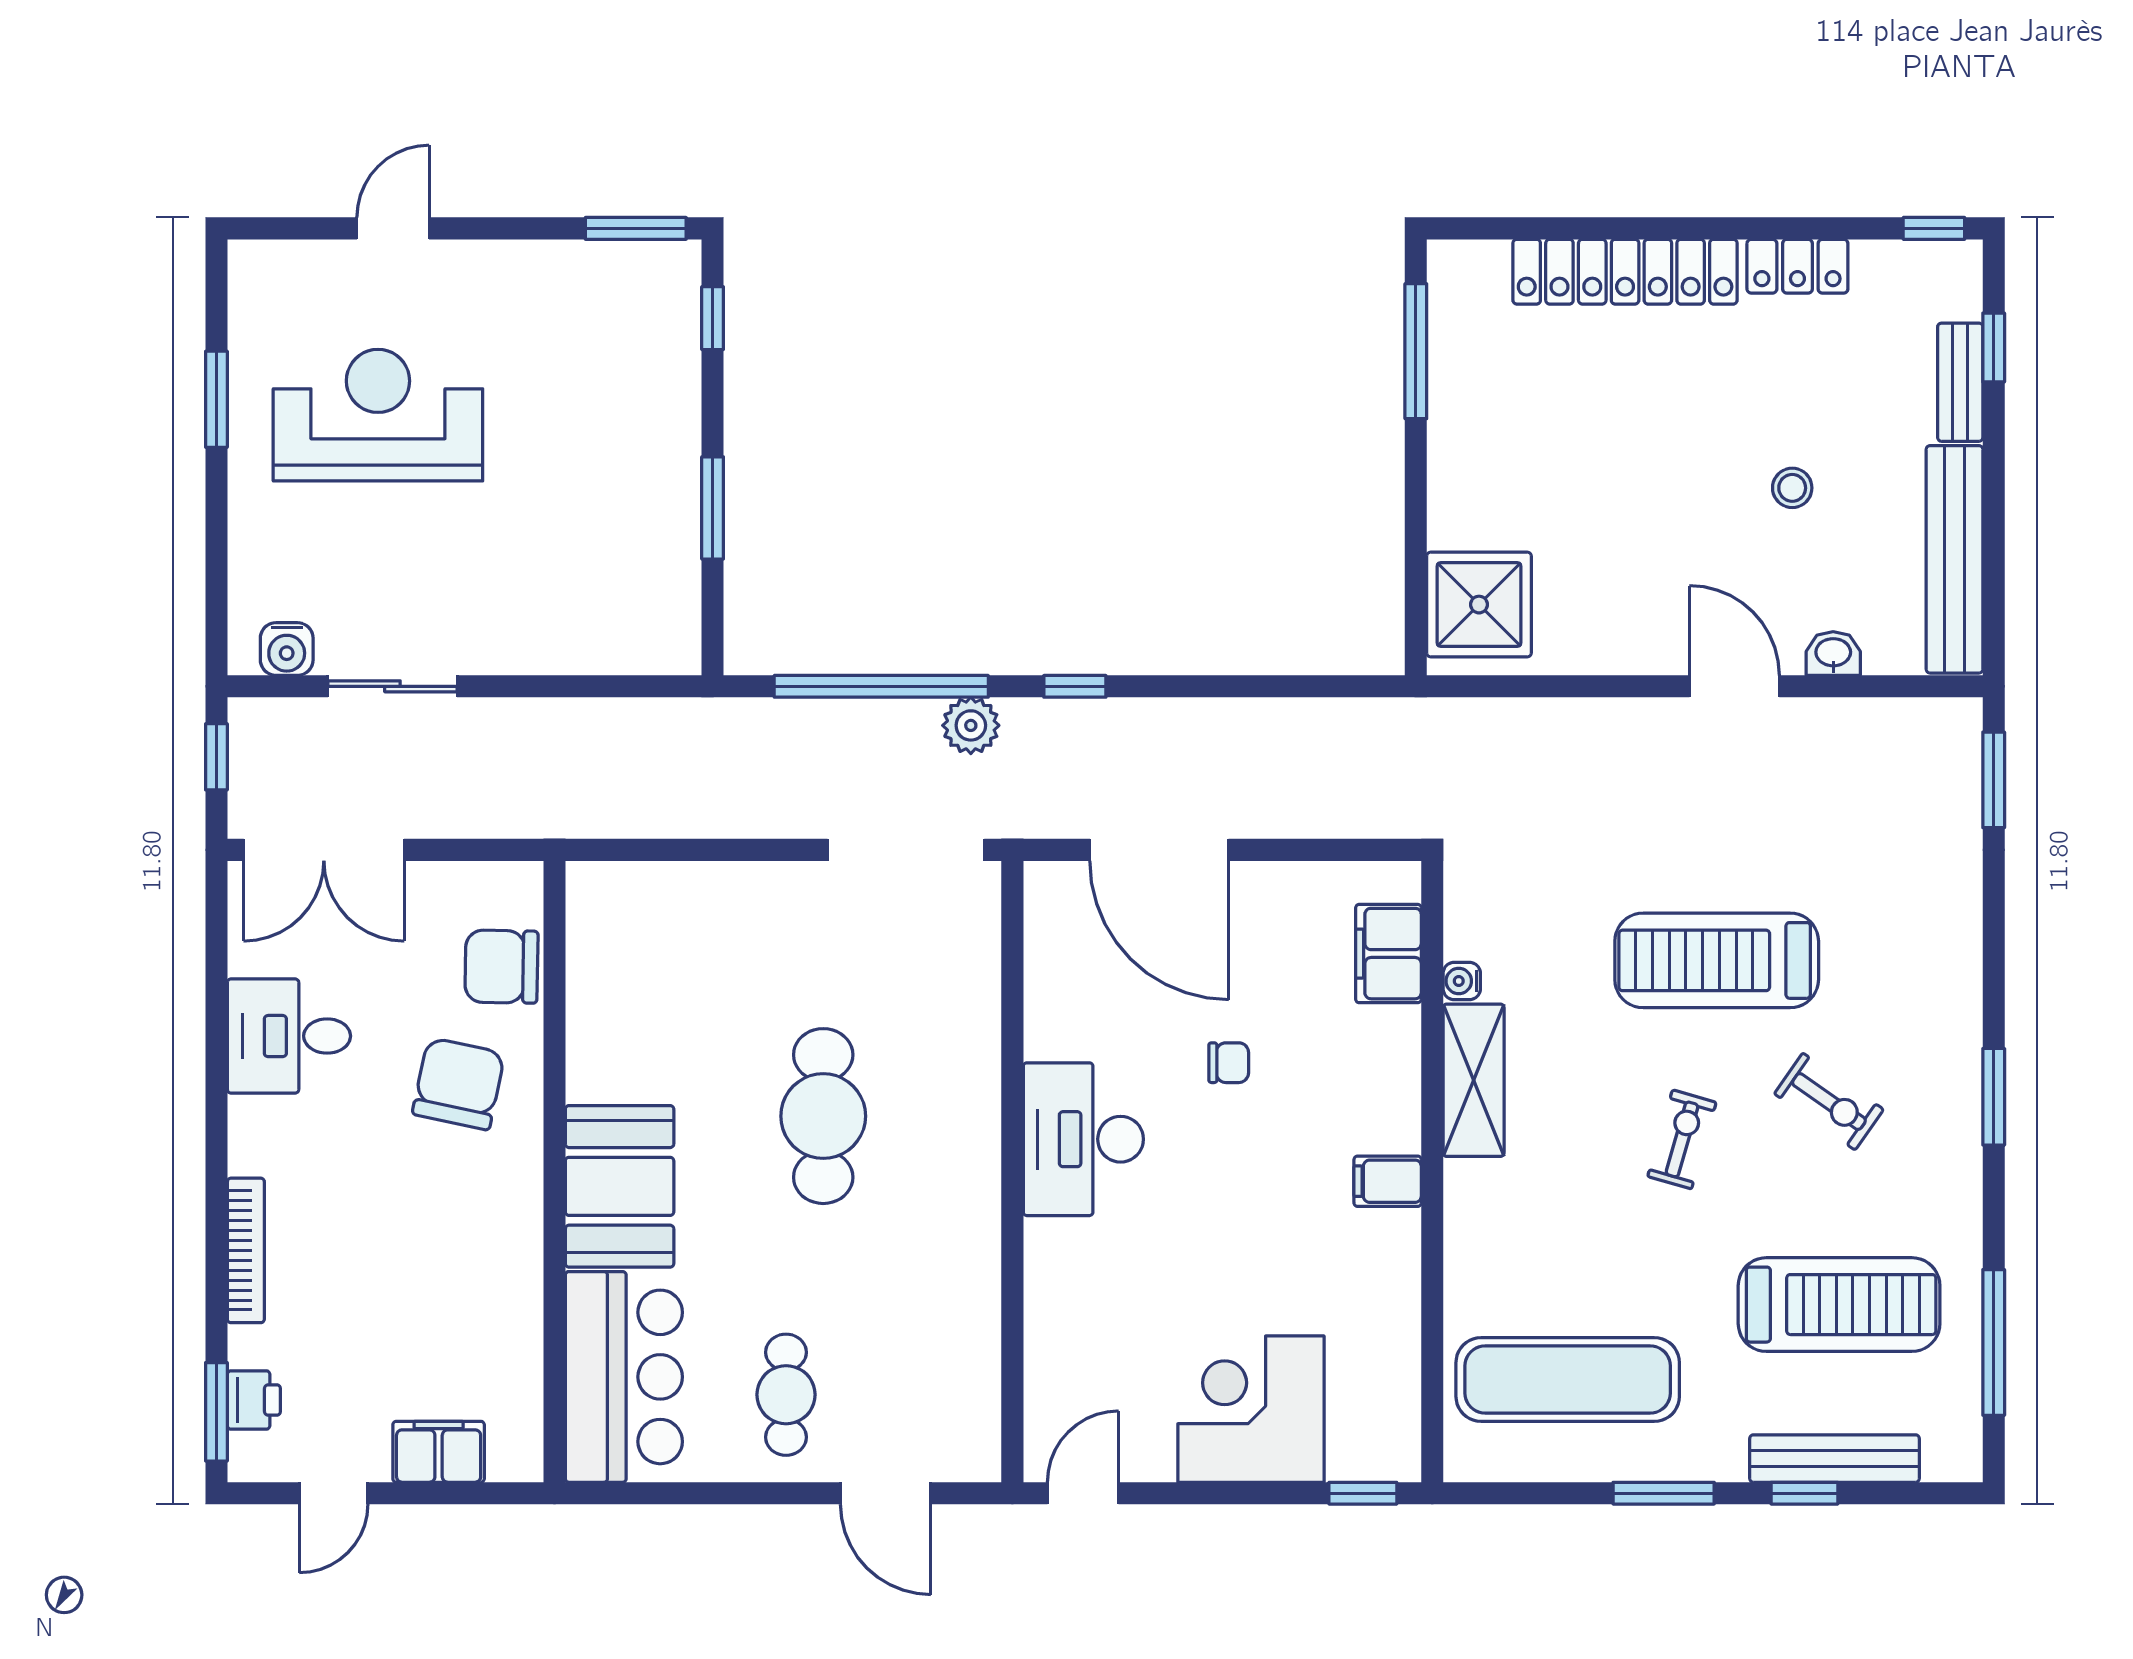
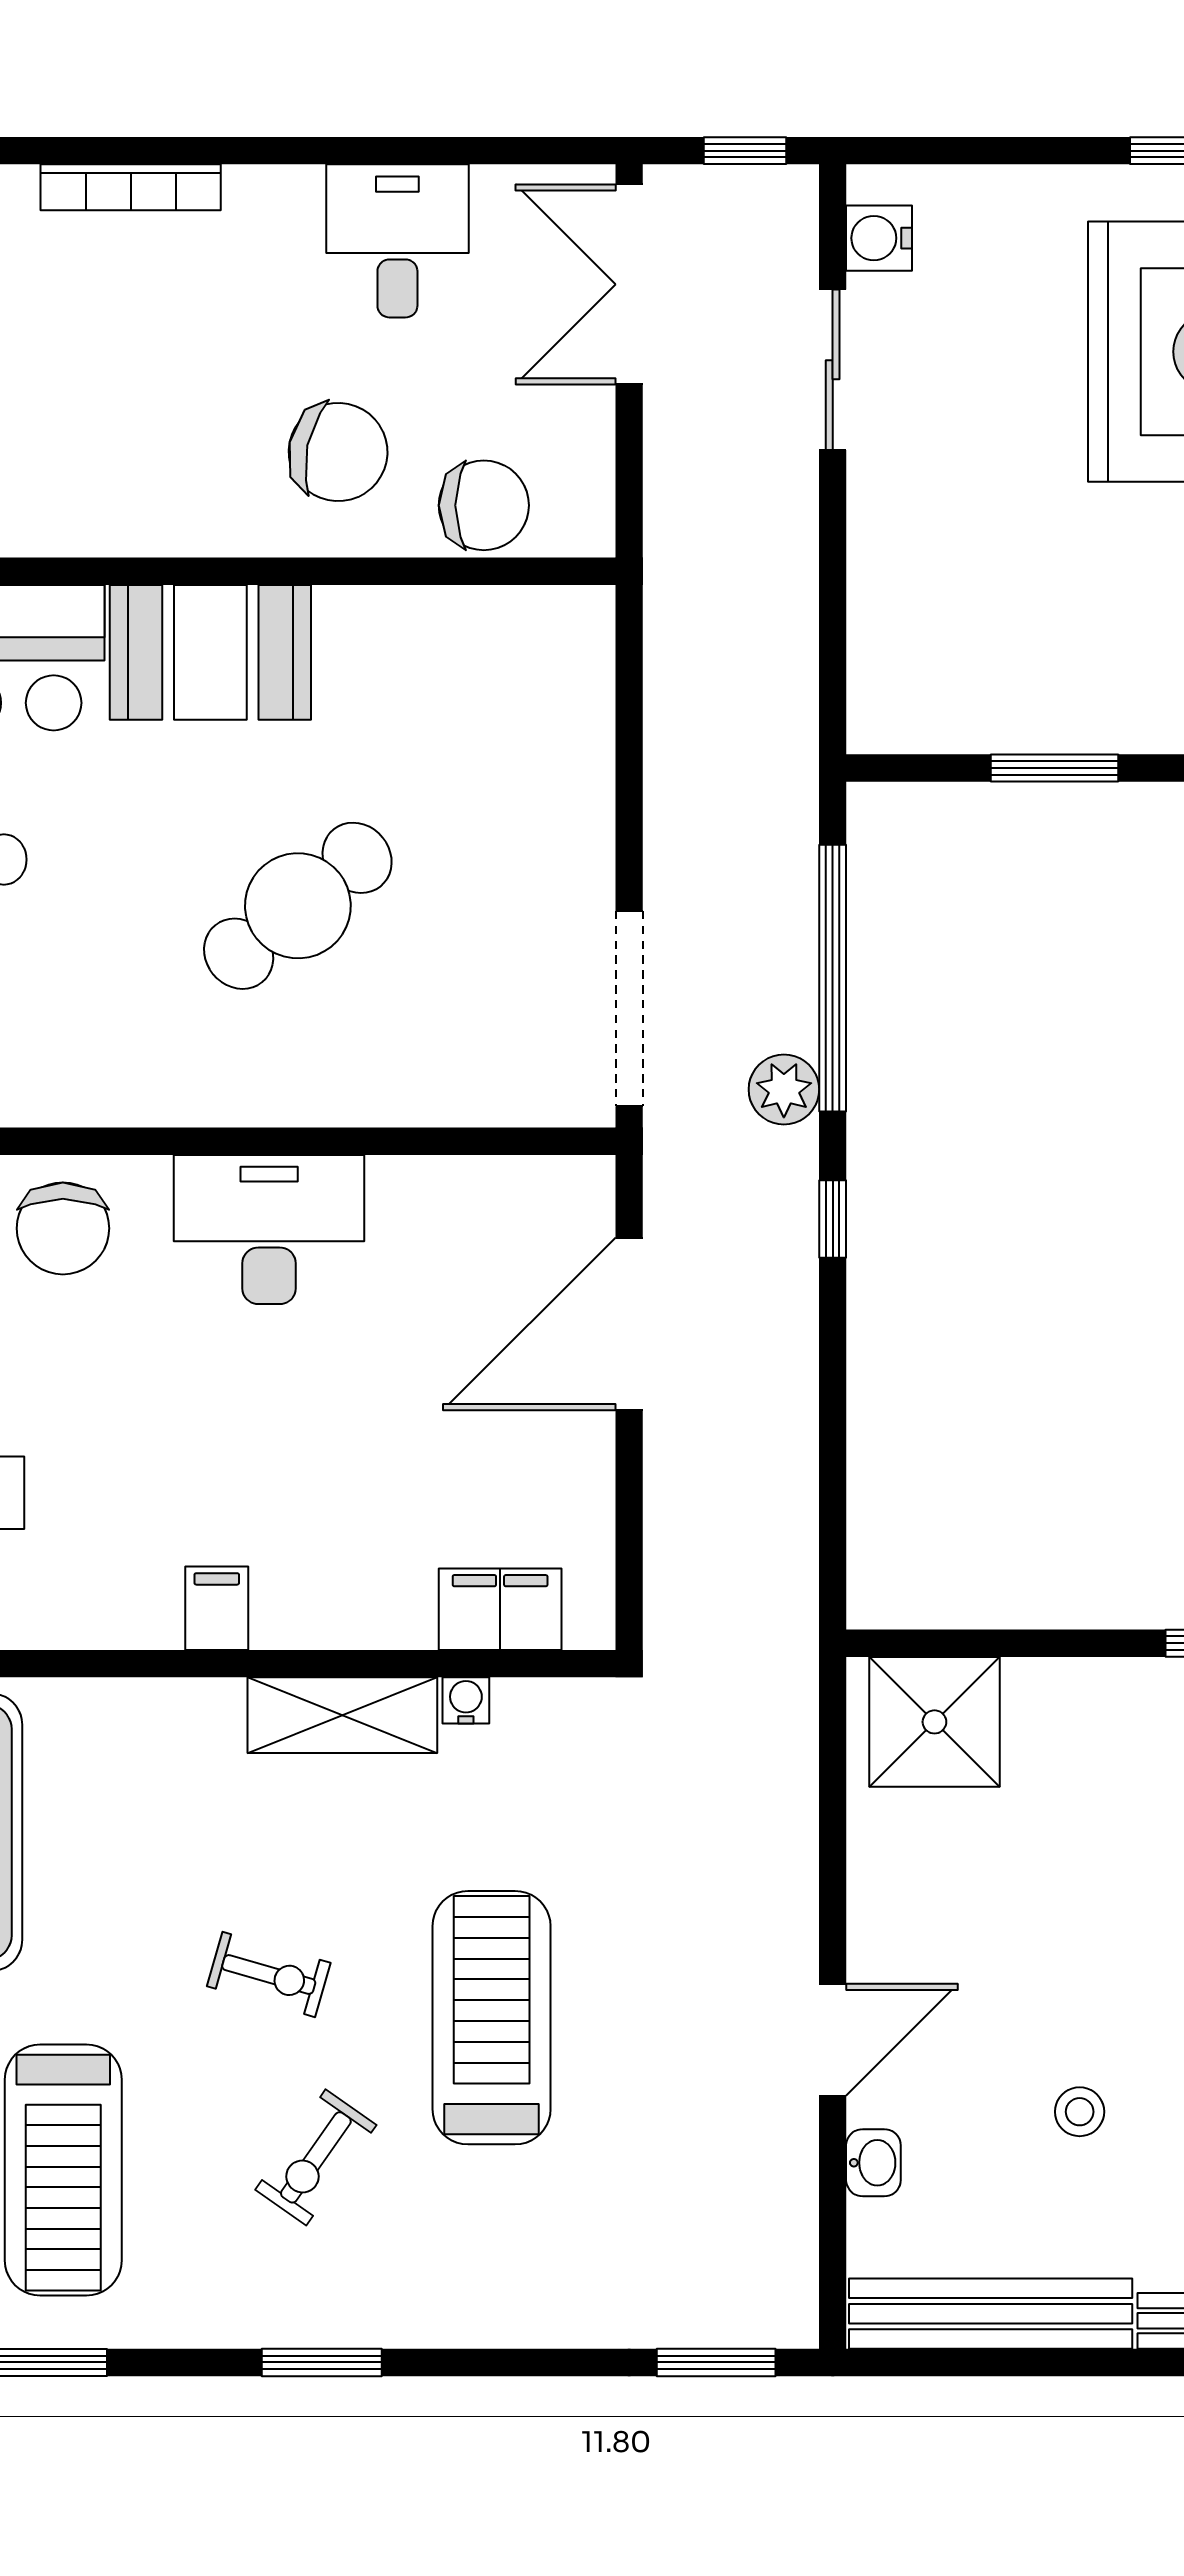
chair: (501, 967) -> (484, 505), turned 89
chair: (1229, 1063) -> (63, 1228), moved, width x1.87, depth x1.87
cafe table: (823, 1116) -> (298, 906), turned -39

